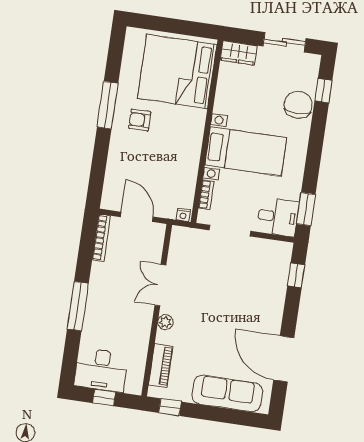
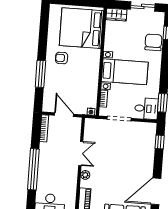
window: (108, 105) -> (40, 74), moved
double door: (160, 285) -> (81, 153), swing flipped
window: (78, 306) -> (33, 169), width x1.46
door: (284, 359) -> (156, 191), hinge flipped

